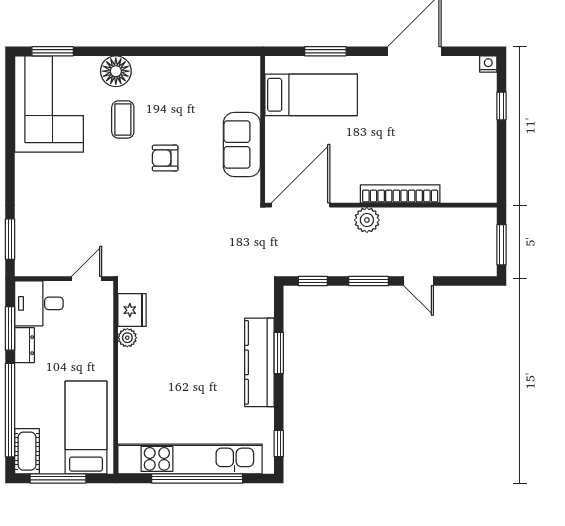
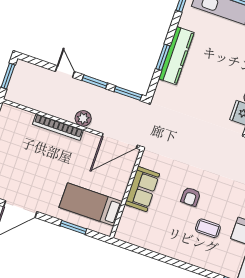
floor lamp: (116, 71) -> (202, 258), removed
coffee table: (123, 120) -> (208, 228), turned 90
armchair: (165, 158) -> (191, 197), turned 90
window: (313, 281) -> (128, 93), width x1.50

